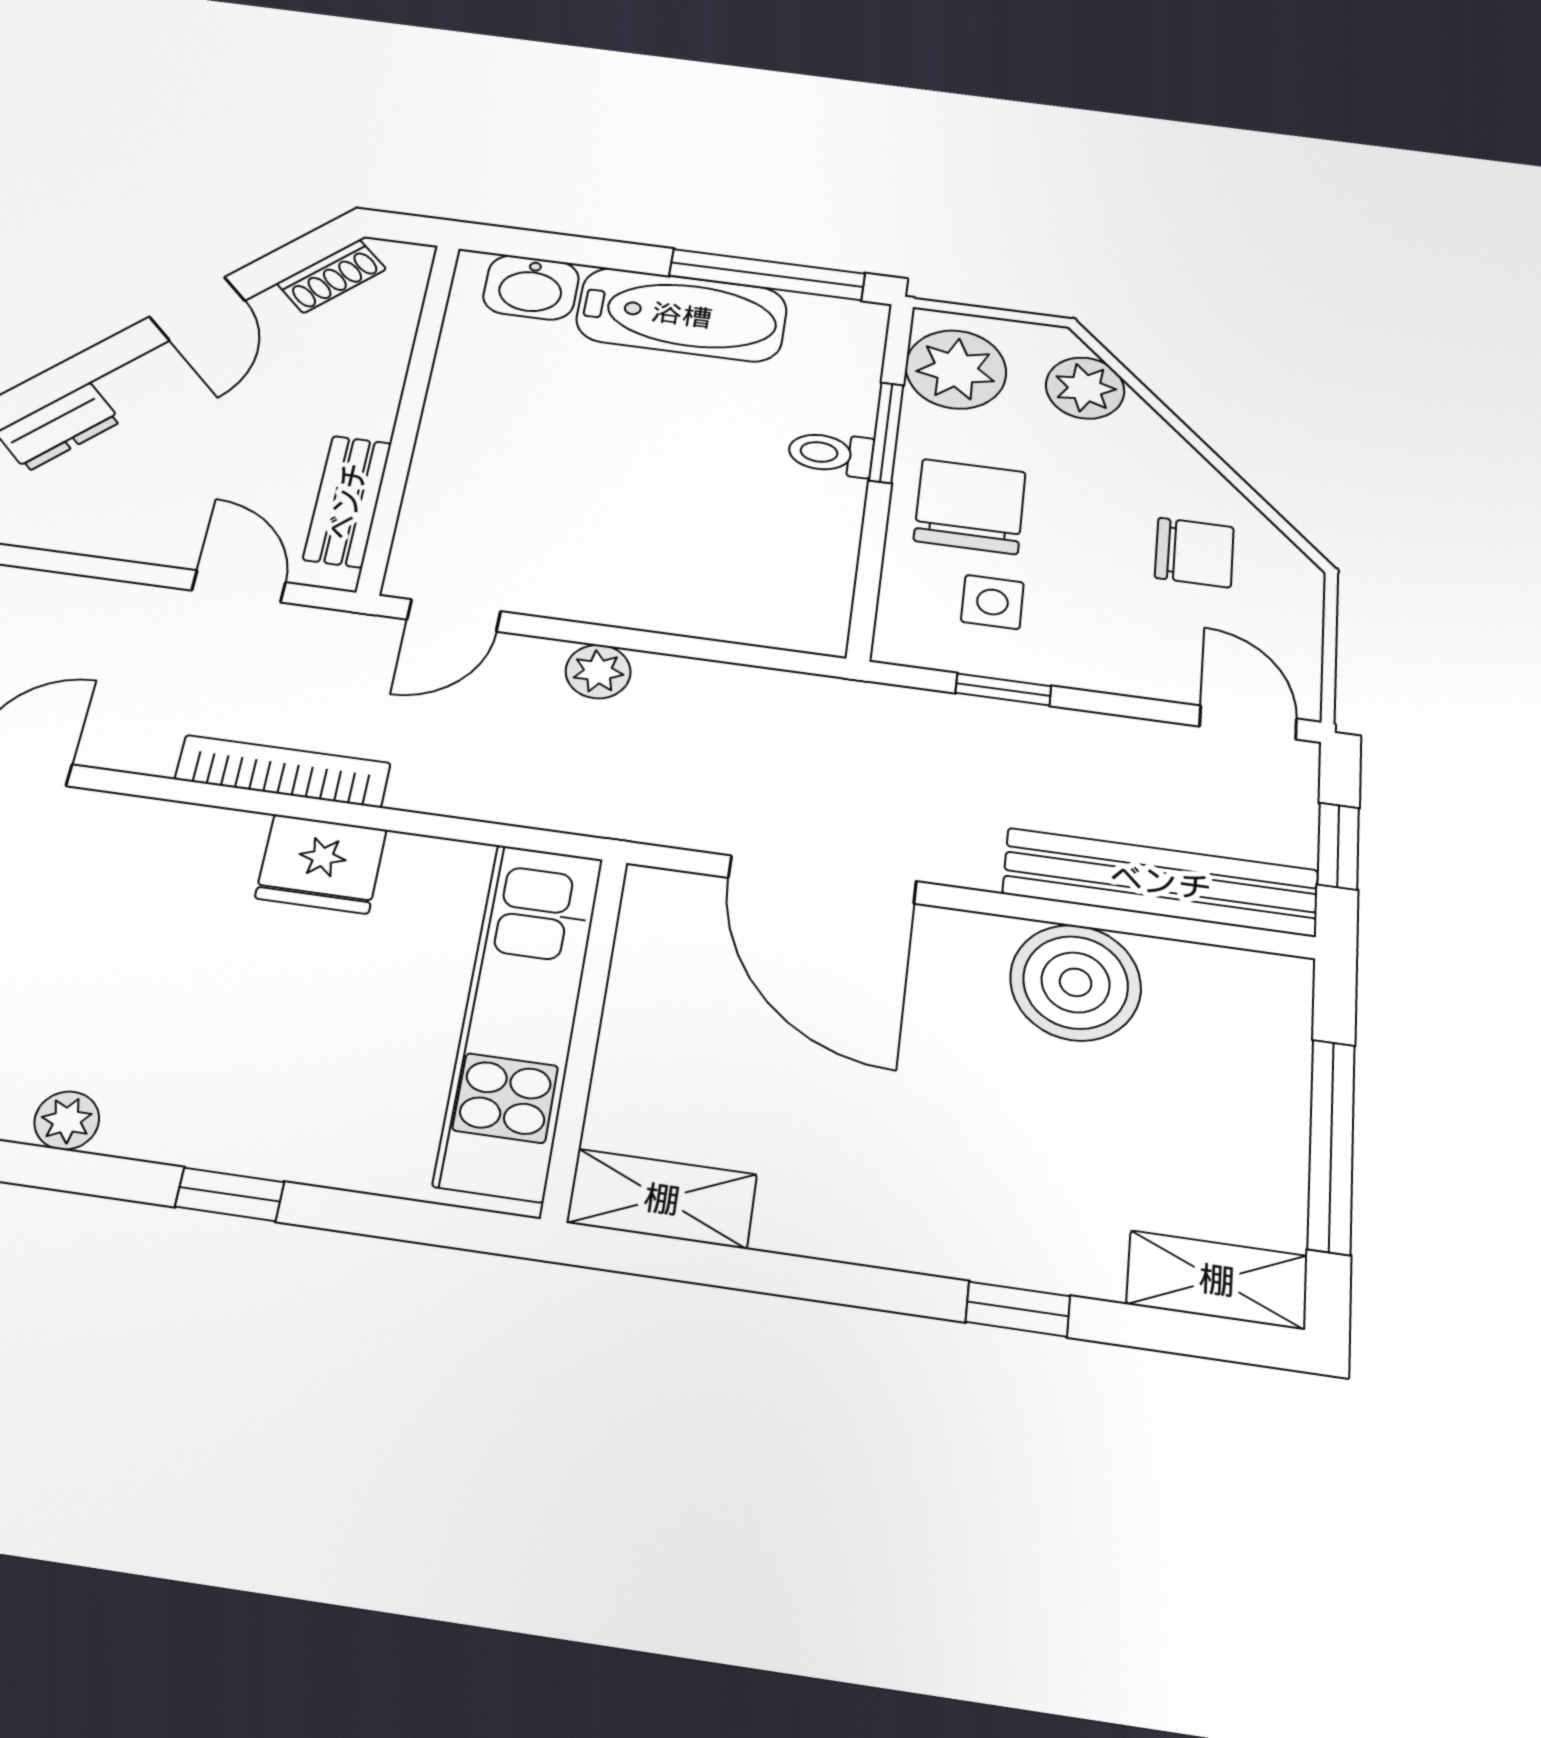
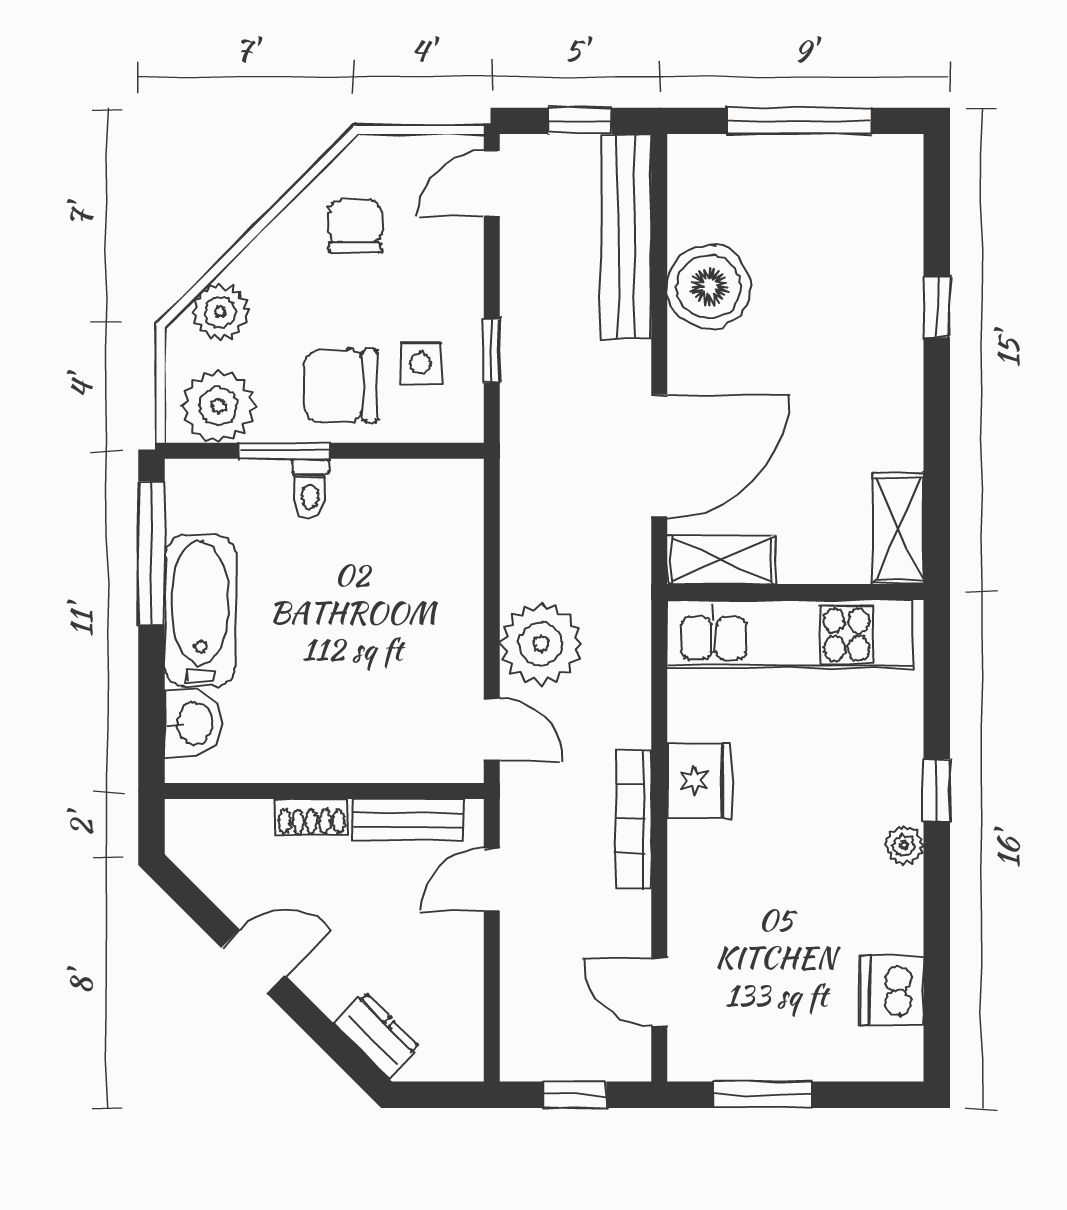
shoe rack: (332, 276) -> (311, 817), moved, turned 135
plant: (598, 672) -> (541, 644), width x1.87, depth x1.87
plant: (67, 1120) -> (904, 845), moved
shelving: (1217, 1280) -> (721, 560), moved, turned 90

